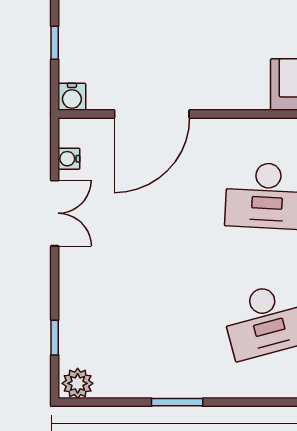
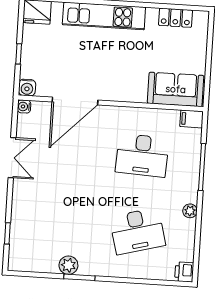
water cooler: (69, 159) -> (24, 107), moved
plant: (78, 383) -> (68, 265), moved

